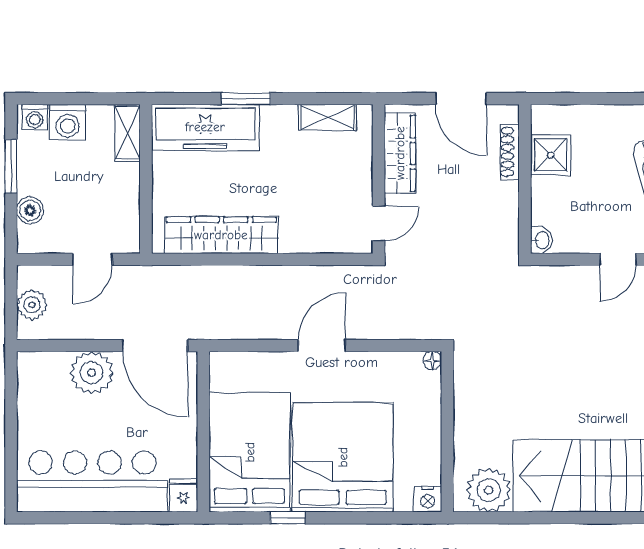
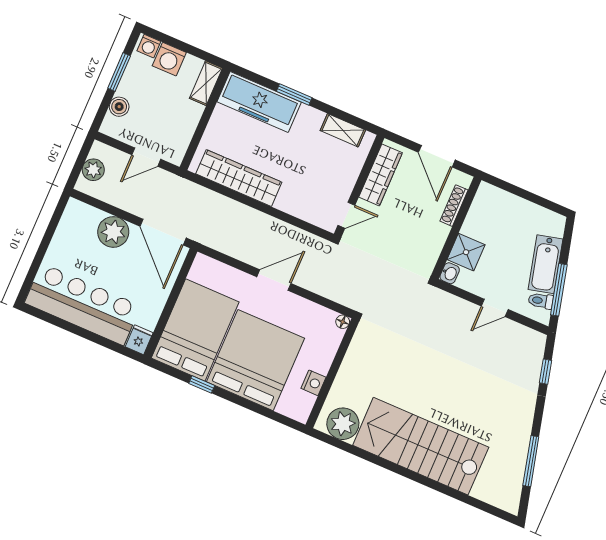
shower: (551, 155) -> (466, 252), moved
nightstand: (428, 499) -> (313, 383), moved, turned -90

